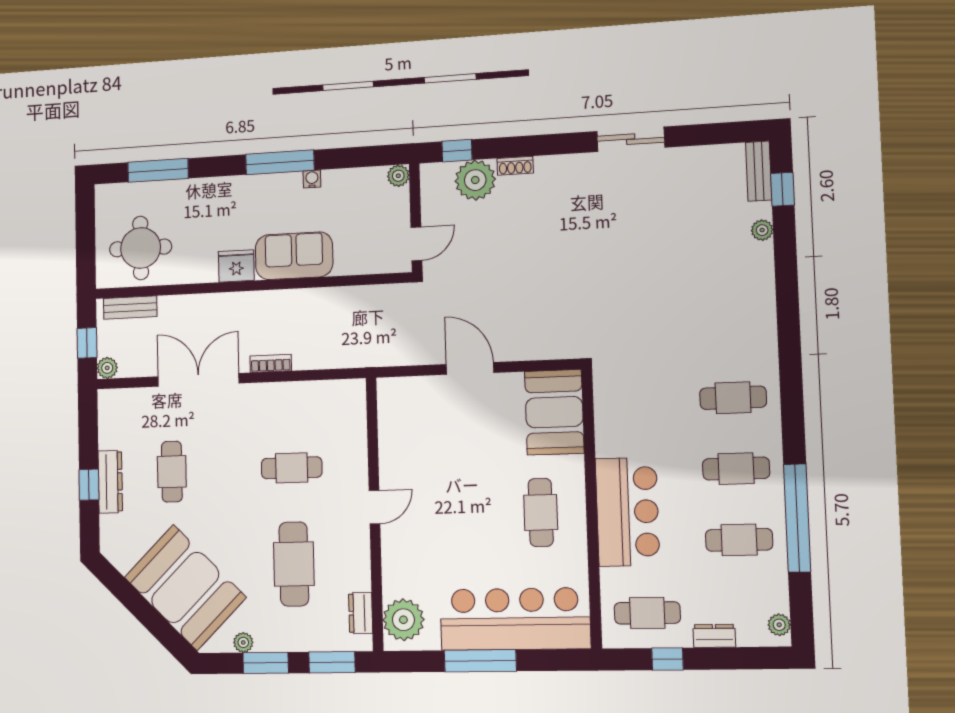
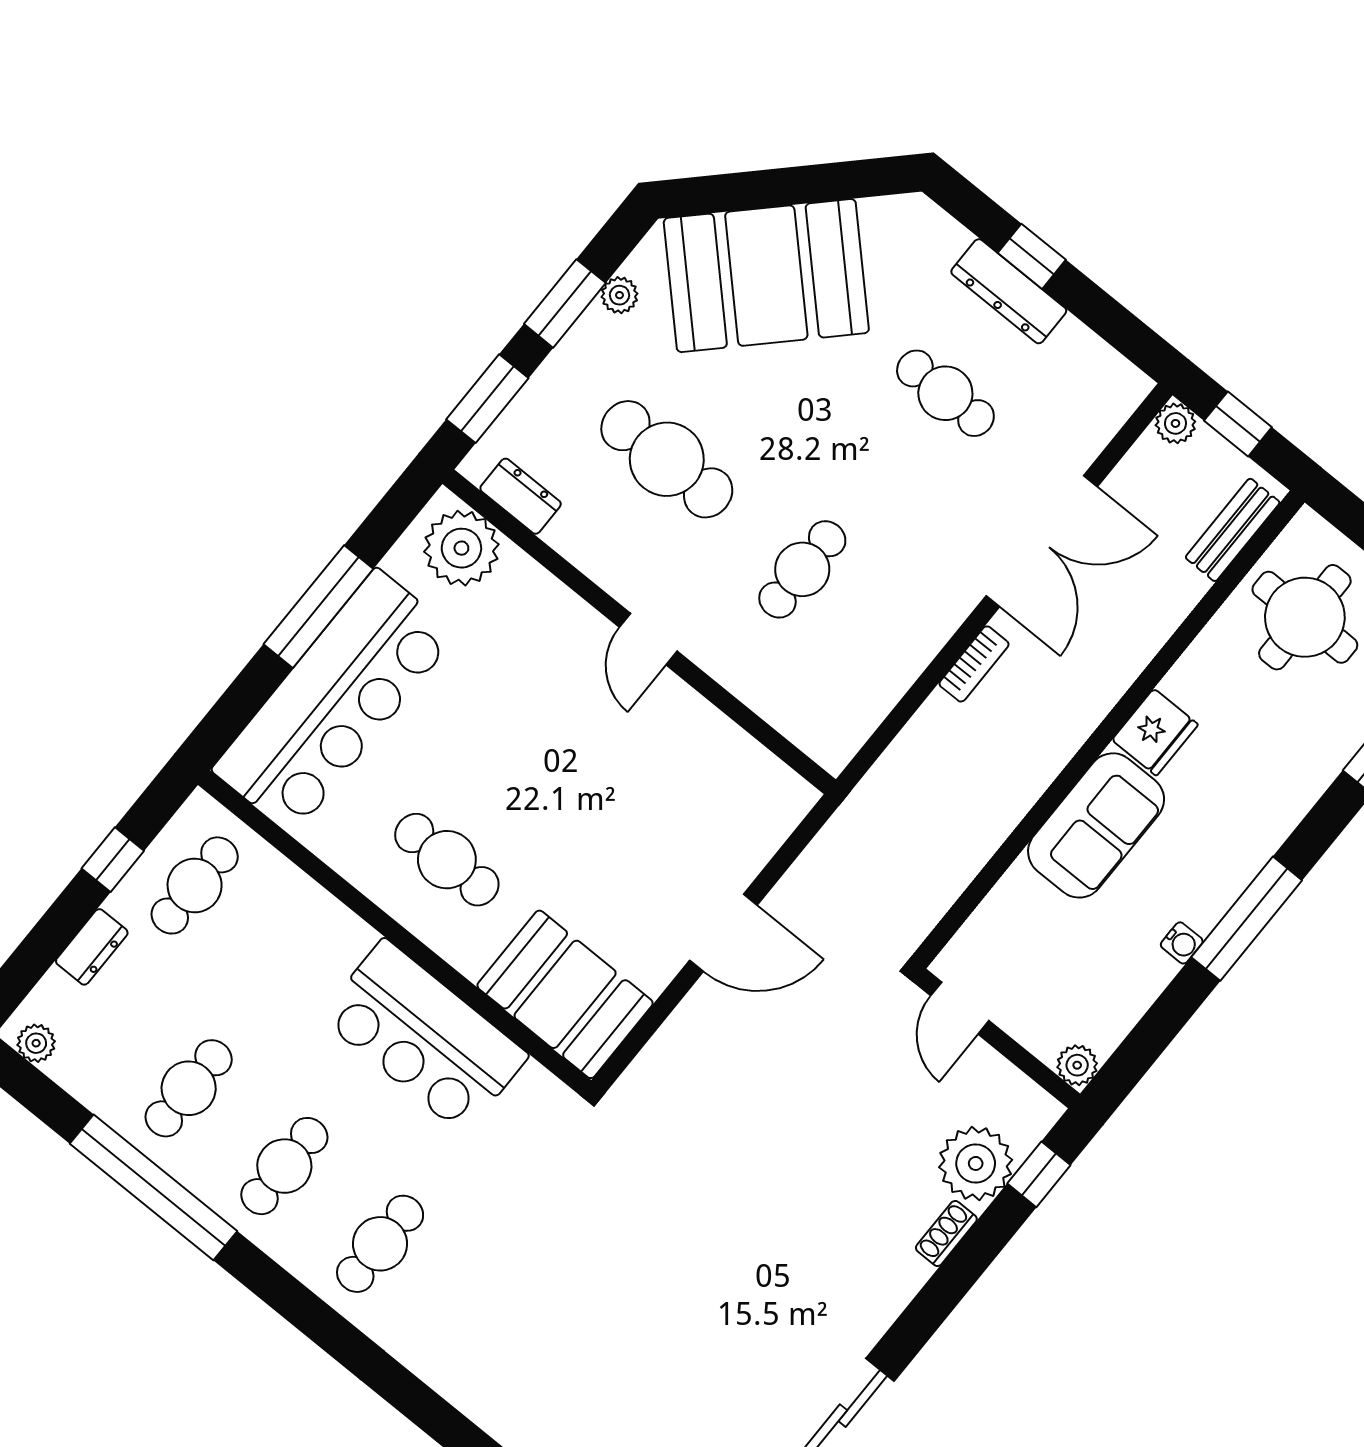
bar counter: (627, 512) -> (424, 1036), moved

